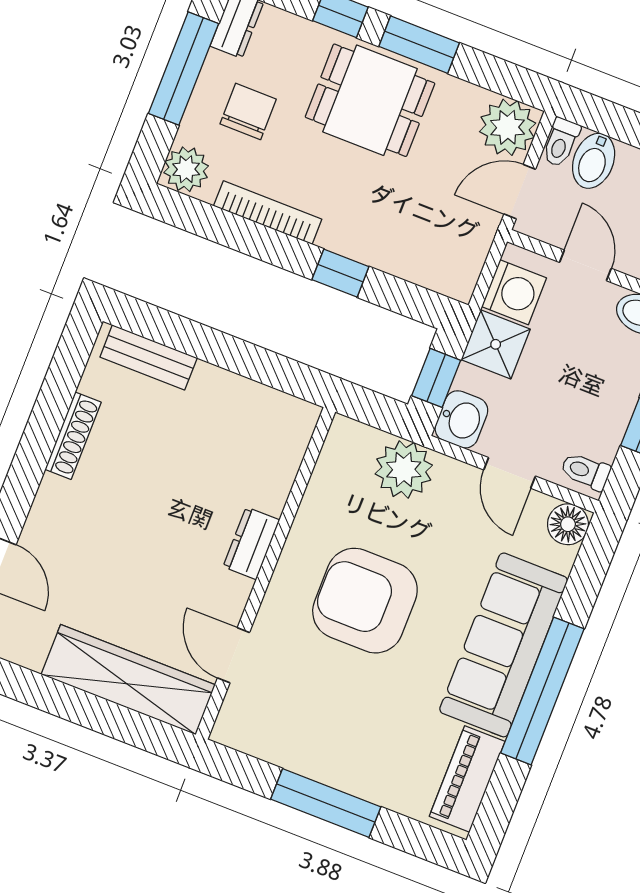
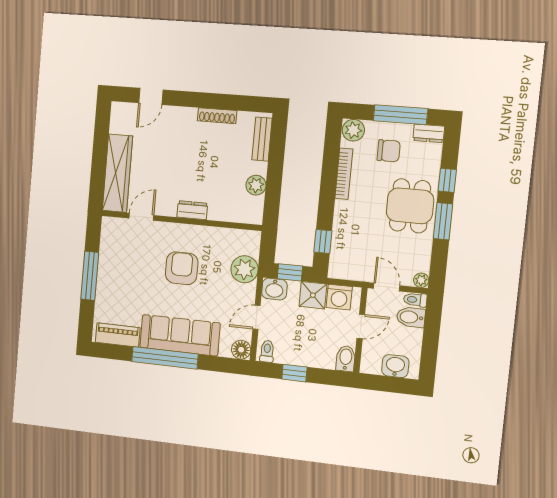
plant: (508, 127) -> (421, 280), width x0.53, depth x0.53
window: (340, 273) -> (323, 241), moved
plant: (238, 397) -> (256, 185), added
armchair: (365, 601) -> (182, 268), width x0.73, depth x0.73

